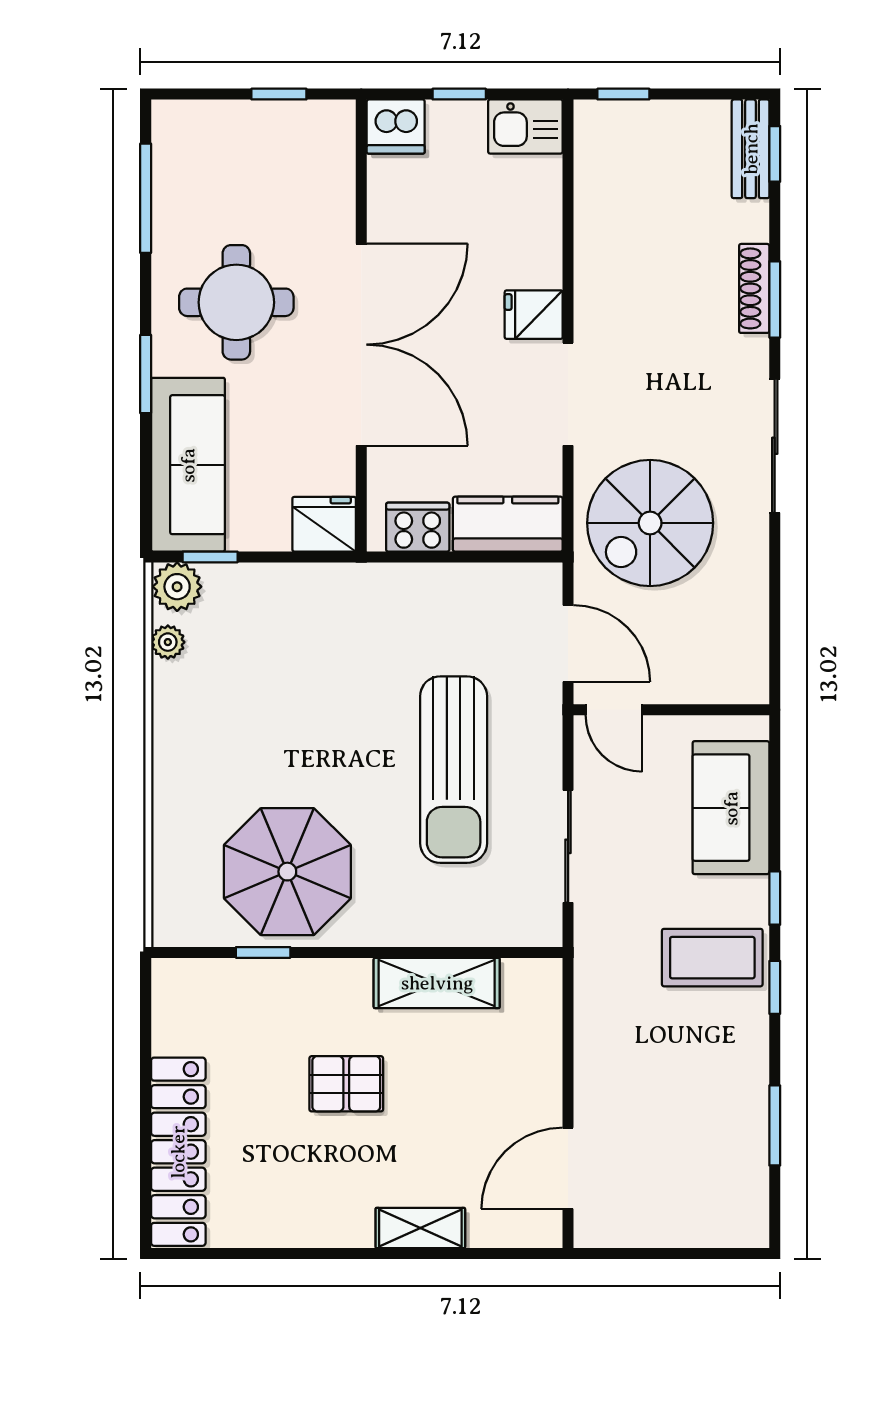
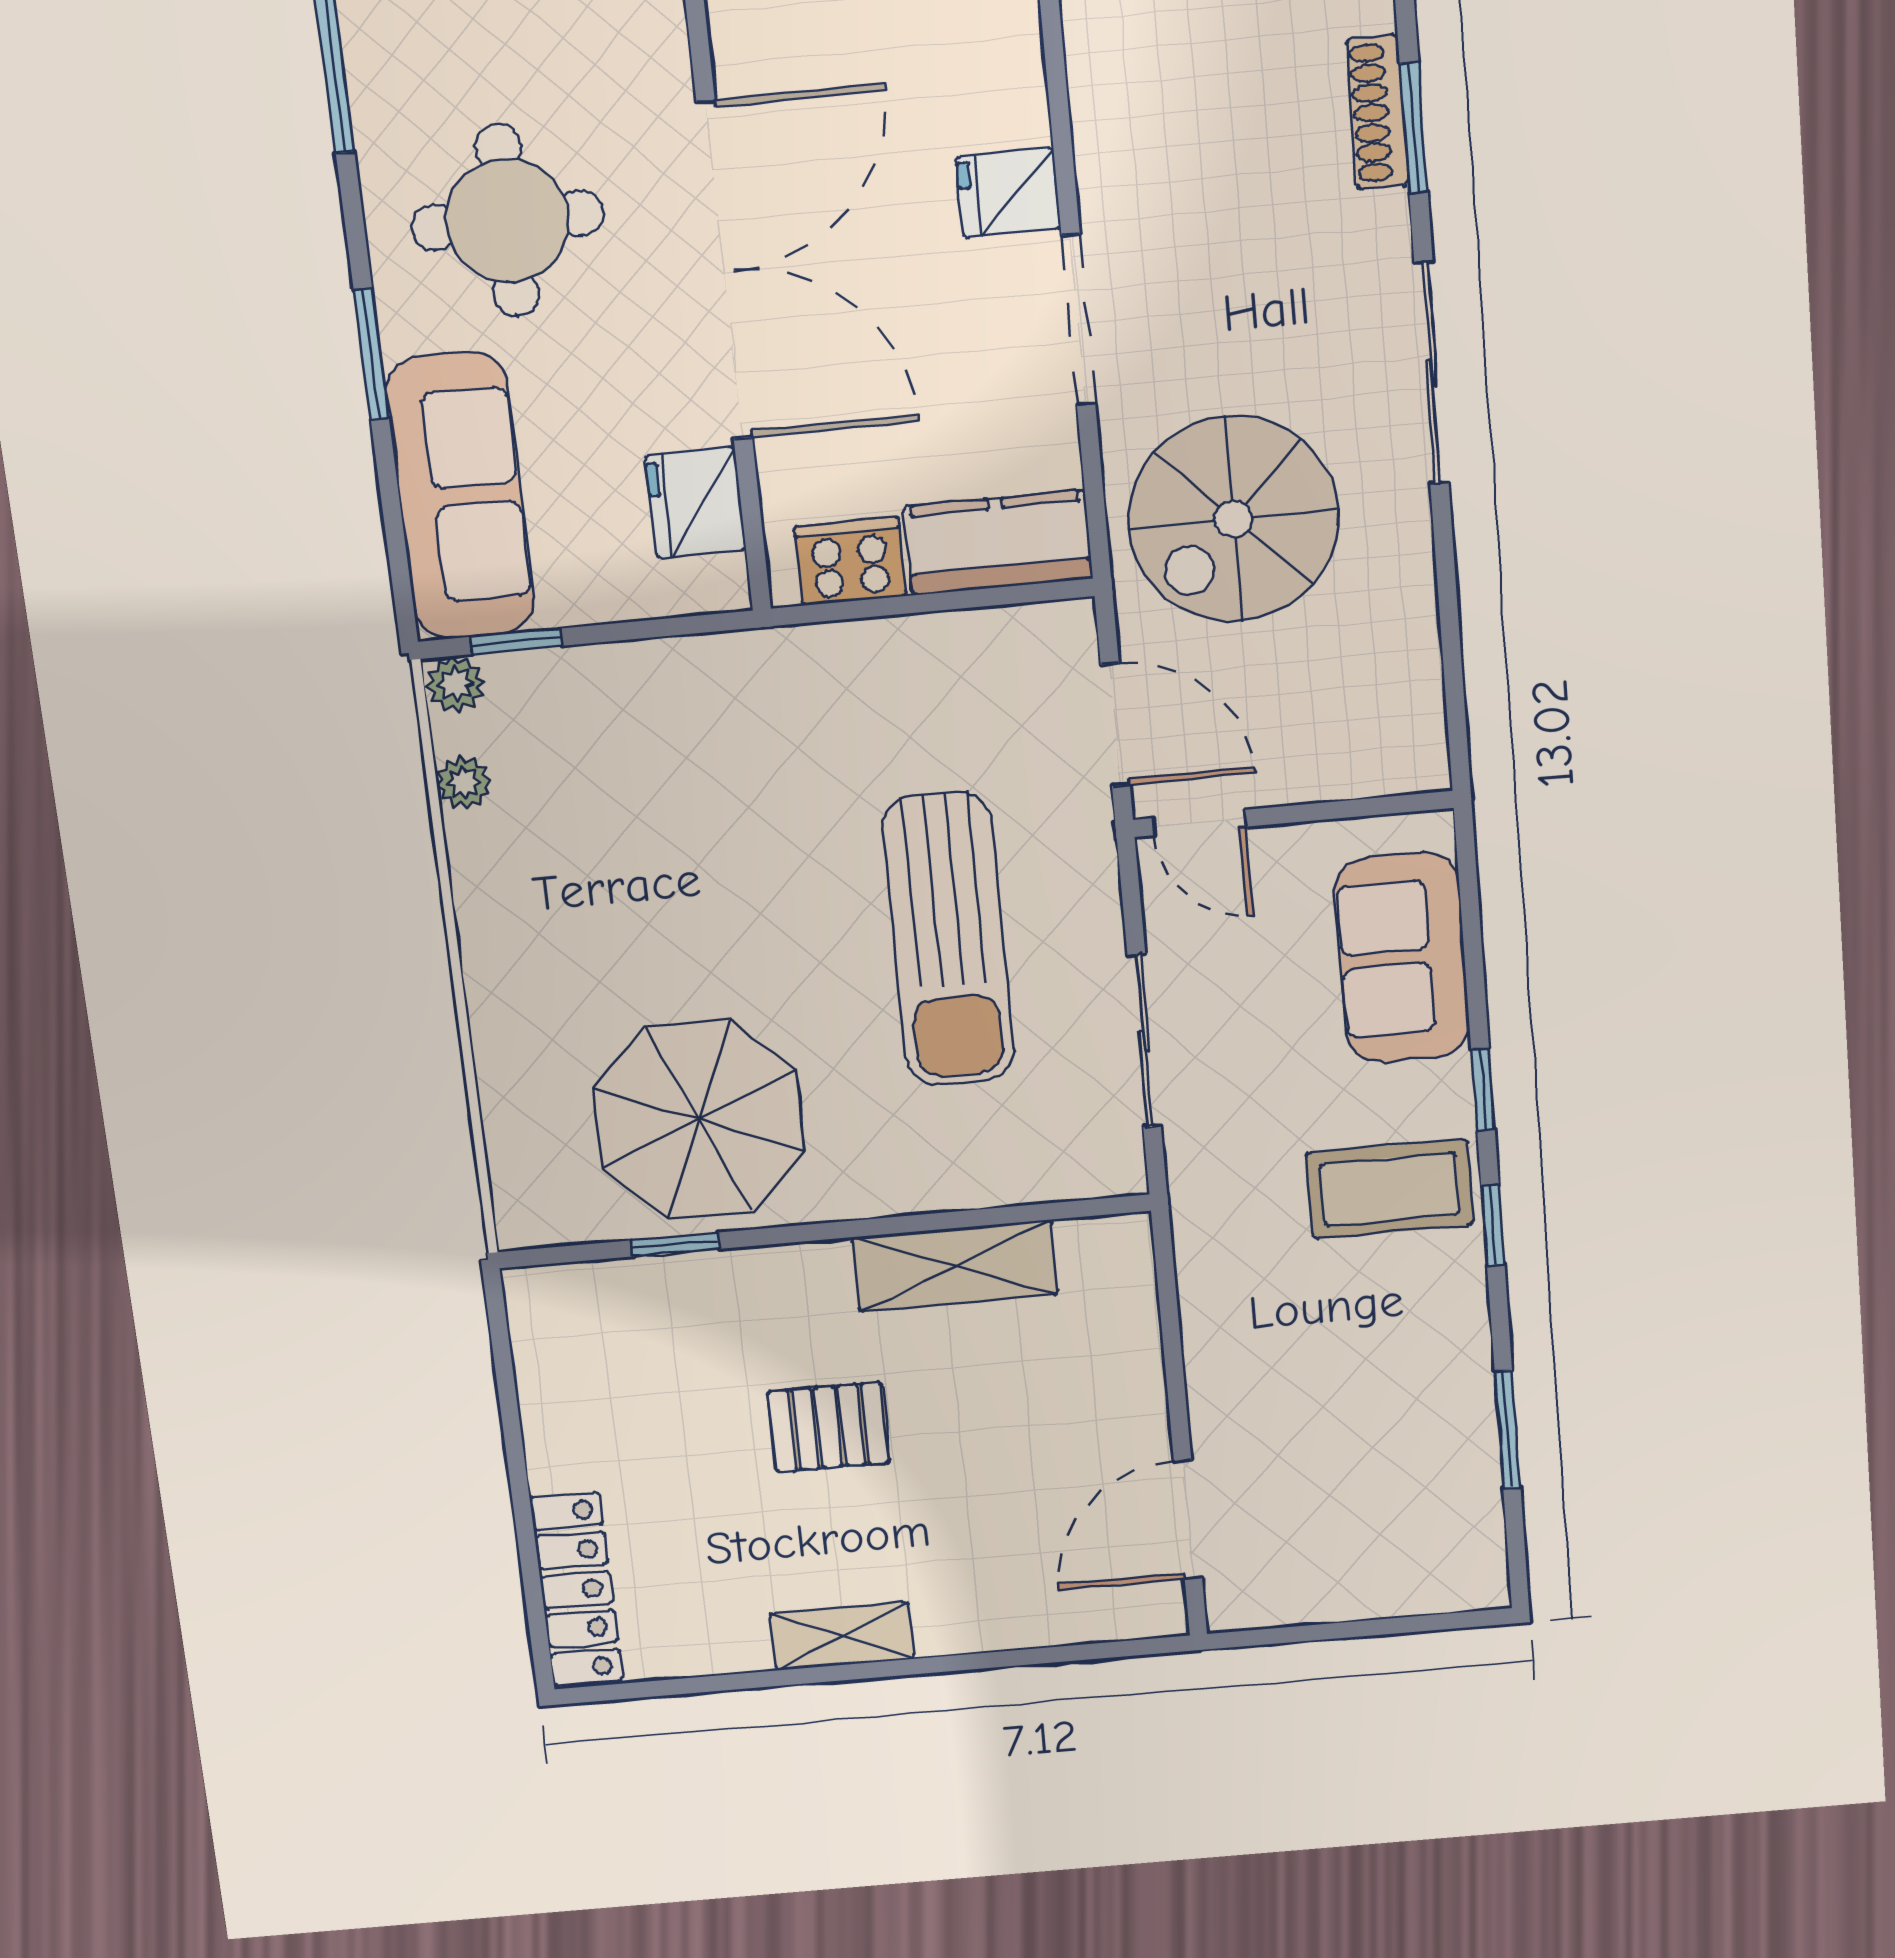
fridge: (324, 524) -> (696, 503), moved, turned -90
plant: (177, 587) -> (455, 684), width x0.73, depth x0.73
locker: (178, 1152) -> (577, 1589), width x0.71, depth x0.83
shelving: (420, 1228) -> (842, 1636), moved

